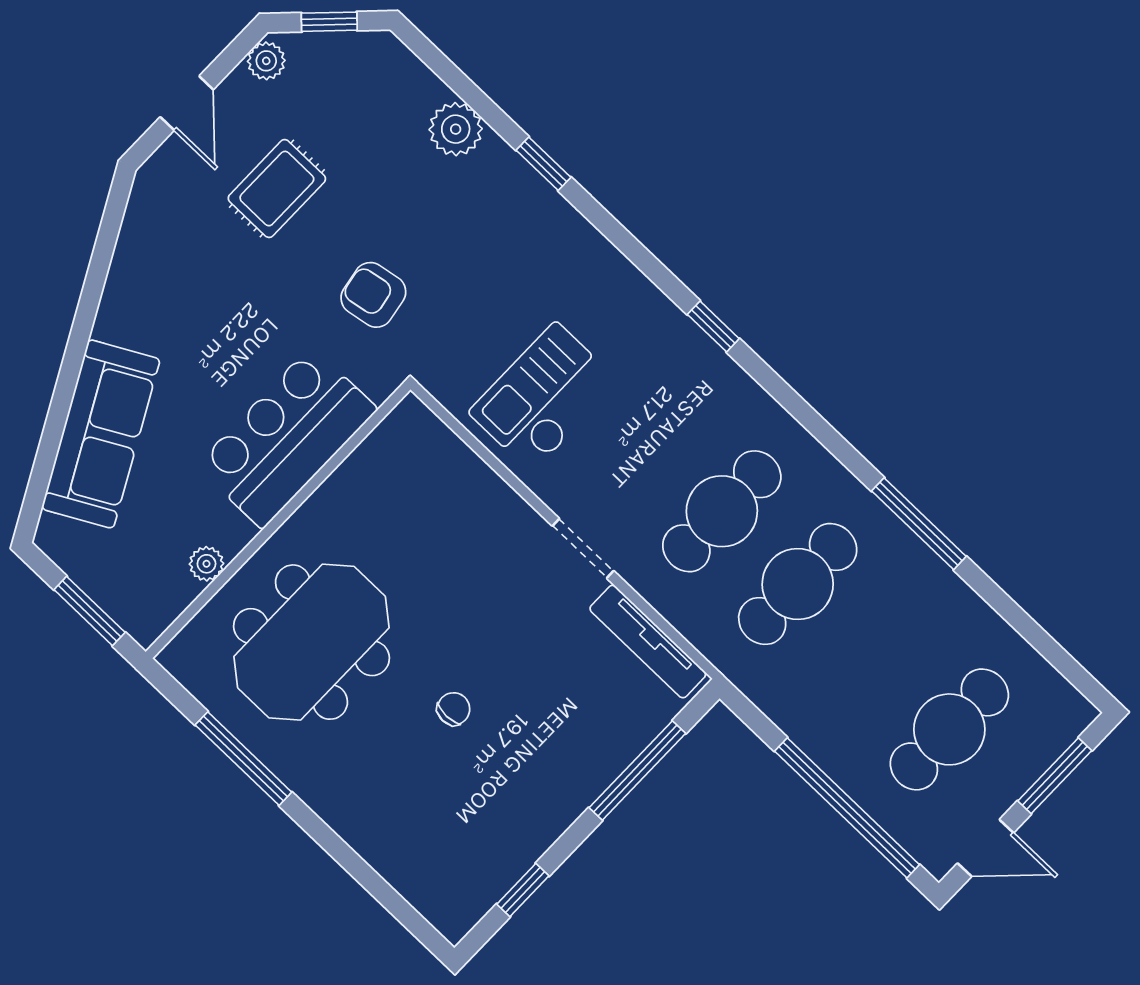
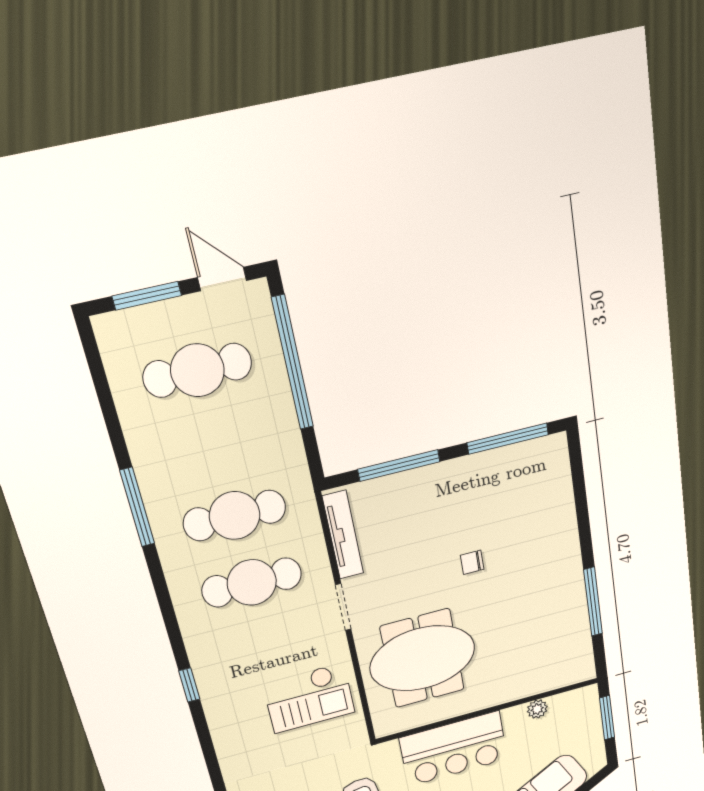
meeting table: (311, 642) -> (423, 658), moved
window: (523, 890) -> (508, 439), width x2.17

